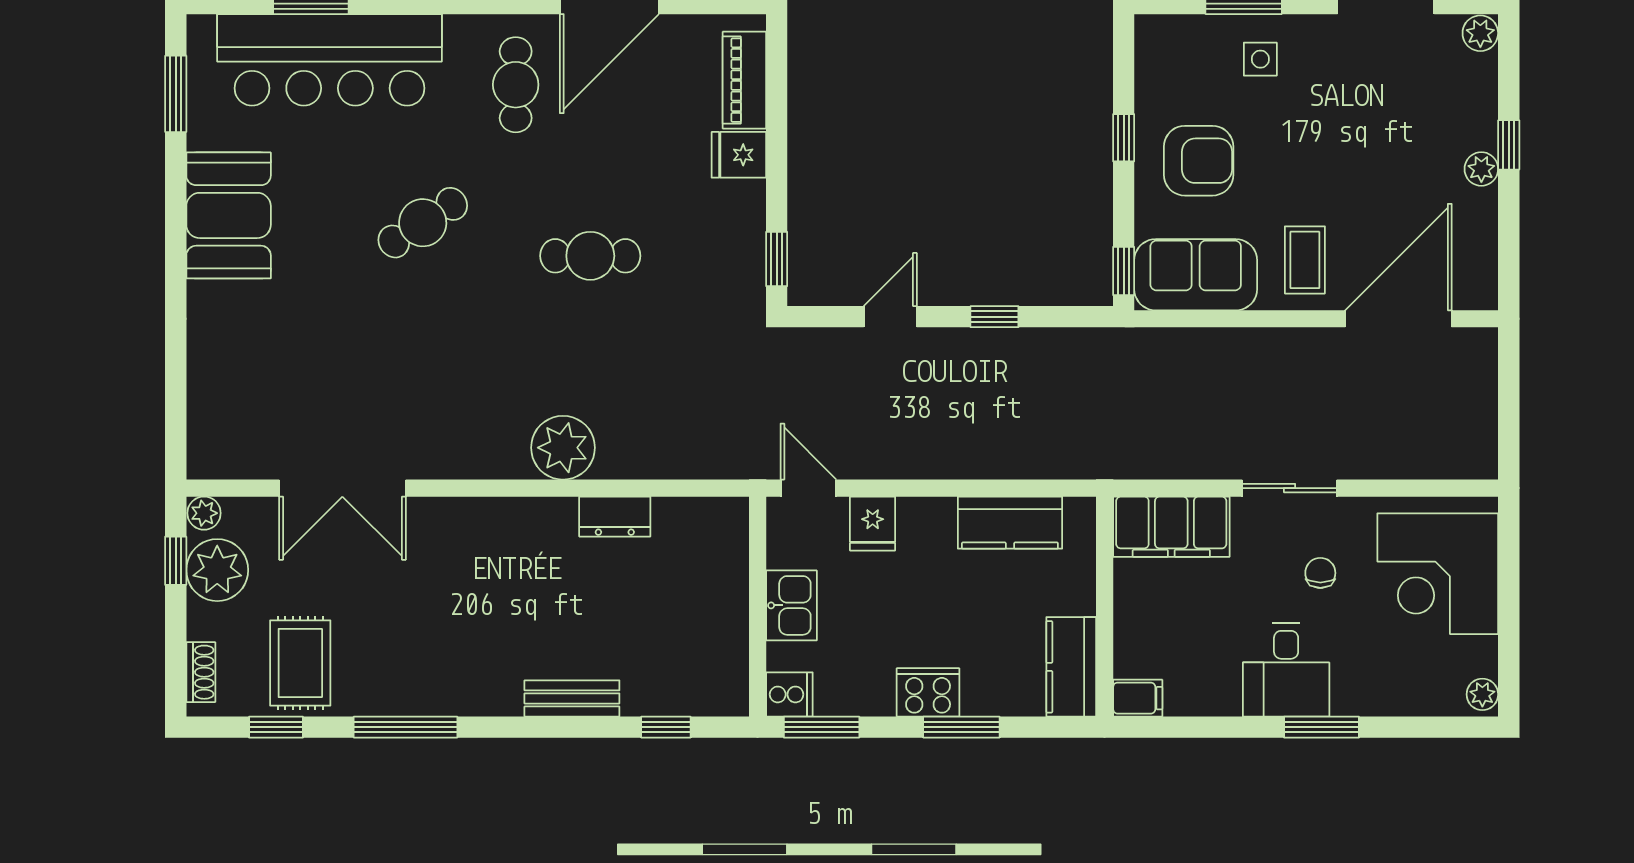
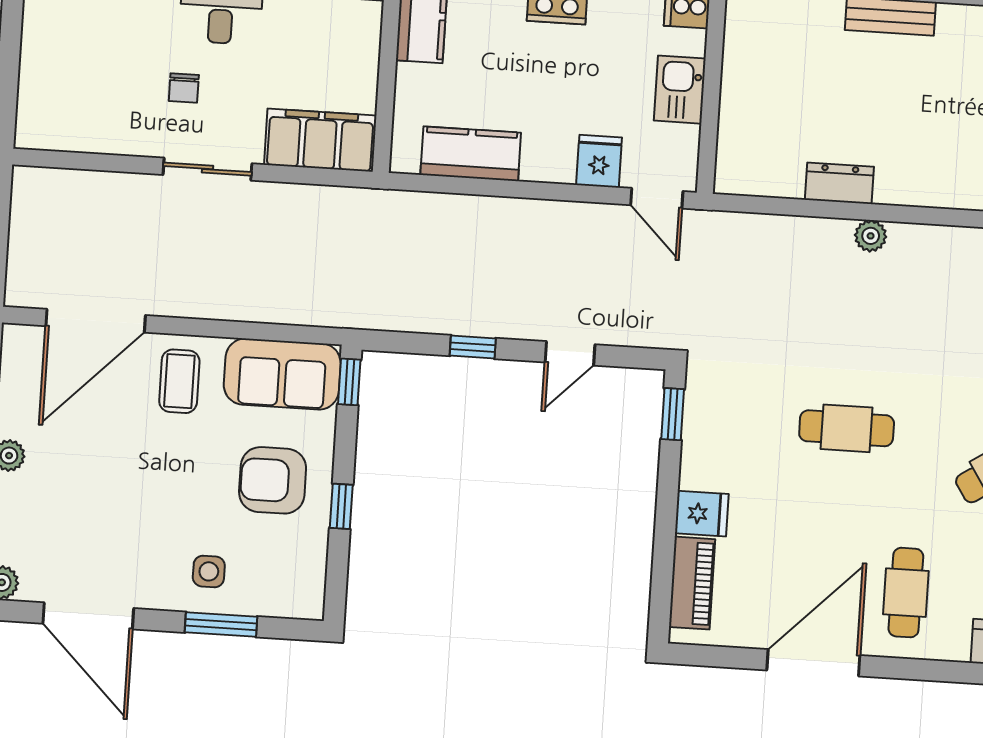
plant: (563, 448) -> (871, 236), width x0.53, depth x0.53
corner desk: (1438, 574) -> (74, 80), removed

